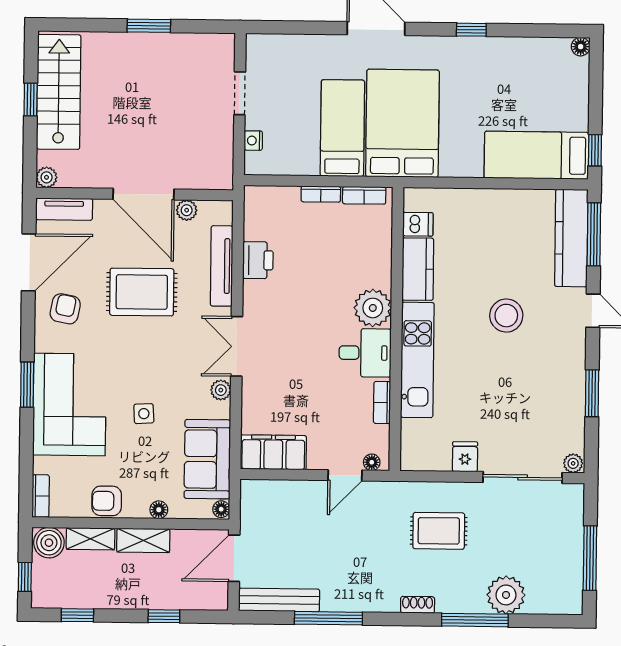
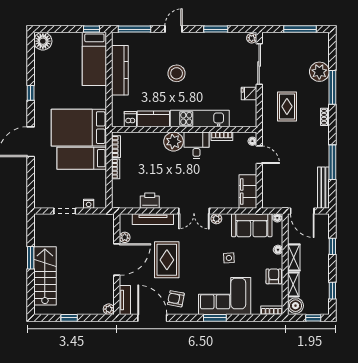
floor lamp: (581, 47) -> (43, 41), width x1.89, depth x1.89
stairs: (59, 92) -> (45, 276), moved, turned 90
kitchen counter: (571, 238) -> (120, 70), moved, turned -90
armchair: (107, 501) -> (274, 276), turned 180

